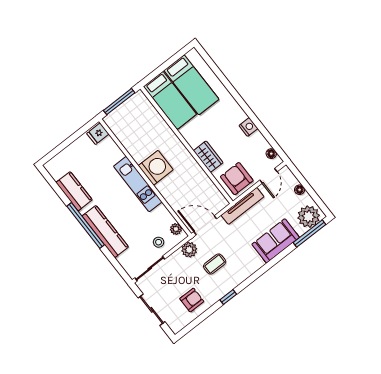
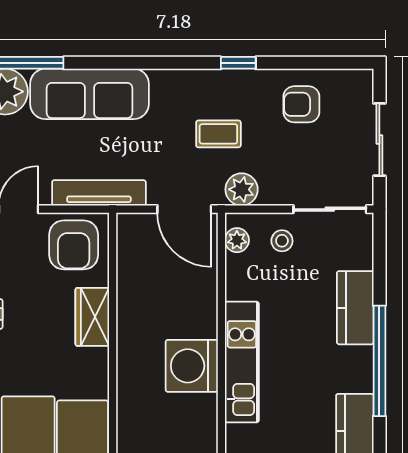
kitchen counter: (105, 232) -> (355, 308), width x0.67
sofa: (276, 241) -> (89, 94), width x1.36

